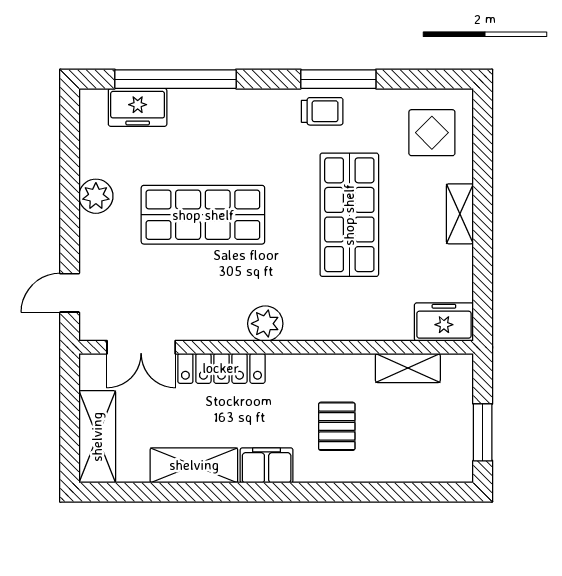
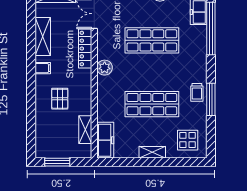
shop shelf: (203, 215) -> (152, 40), turned 90
freezer: (444, 322) -> (105, 140), width x1.40
pallet: (337, 426) -> (60, 99), turned 90
filing cabinet: (267, 465) -> (43, 68), width x0.50

